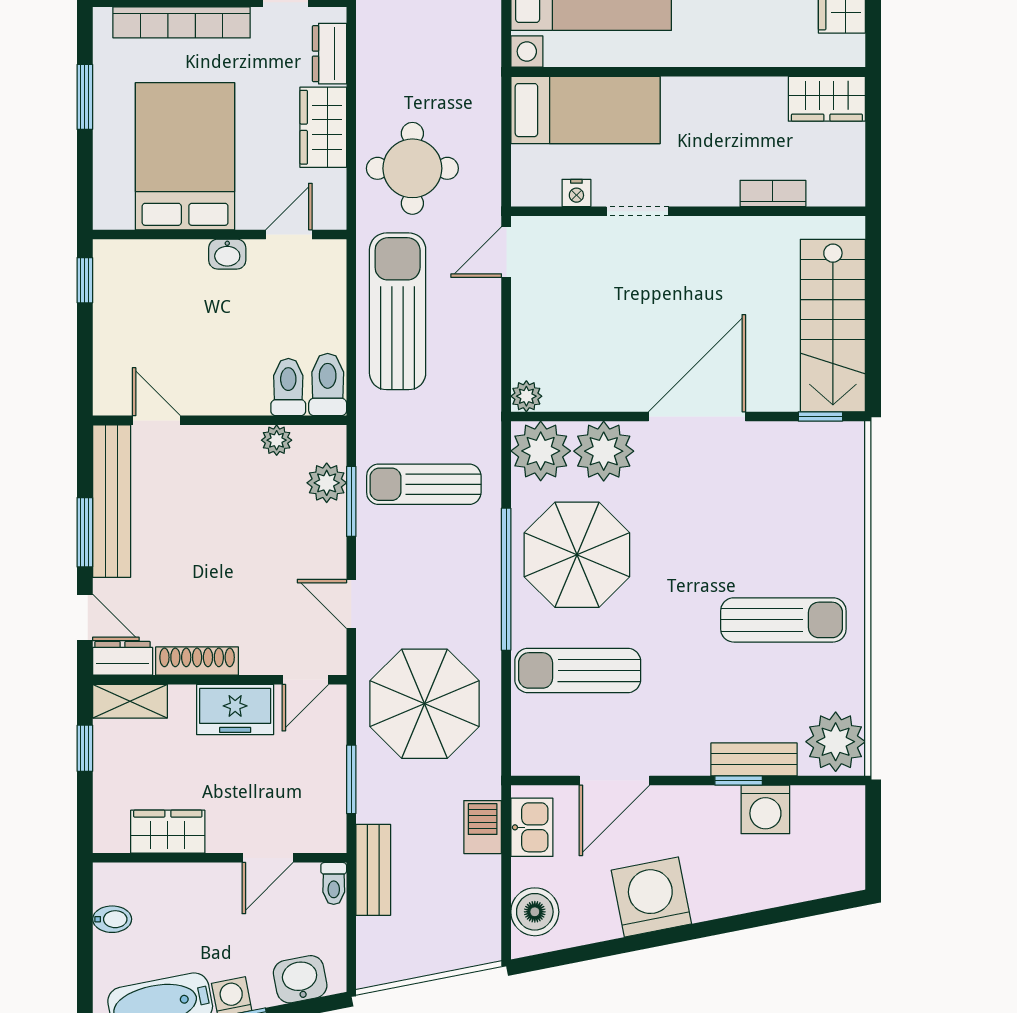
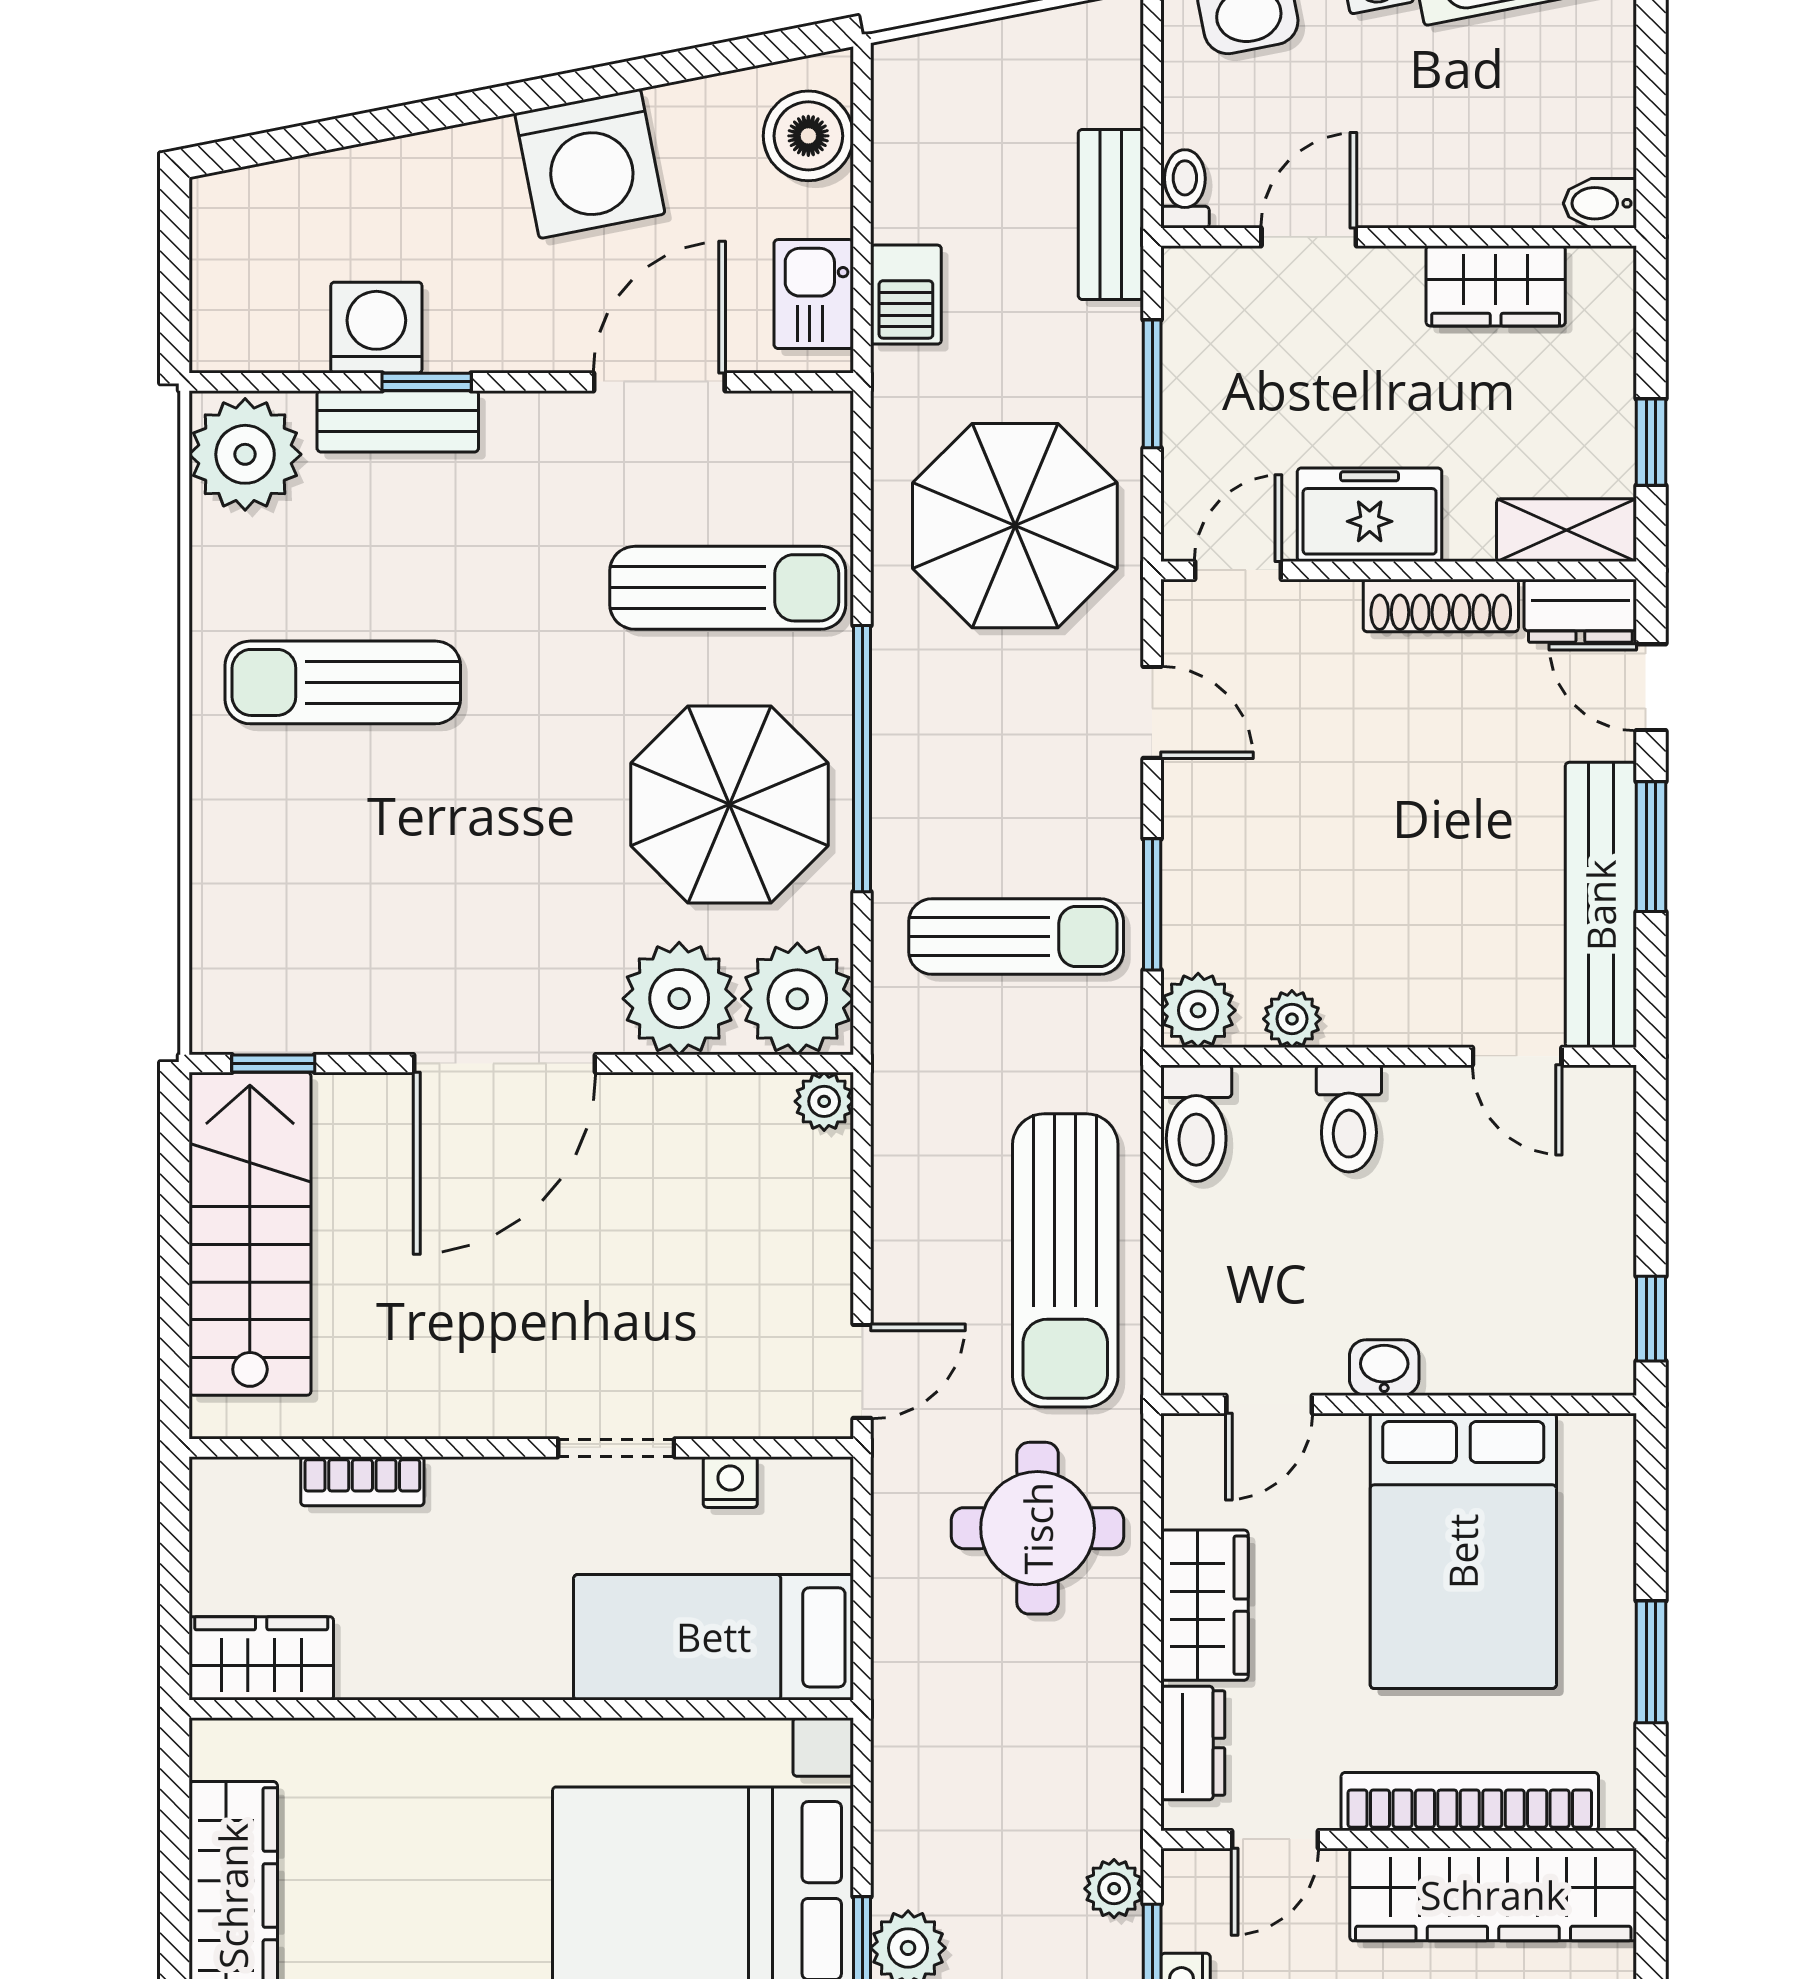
toilet: (288, 387) -> (1349, 1119), moved
plant: (327, 483) -> (1198, 1010), moved
bidet: (112, 919) -> (1600, 203), moved

